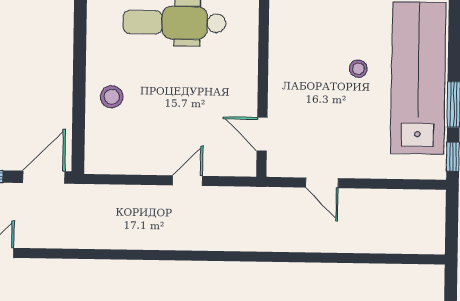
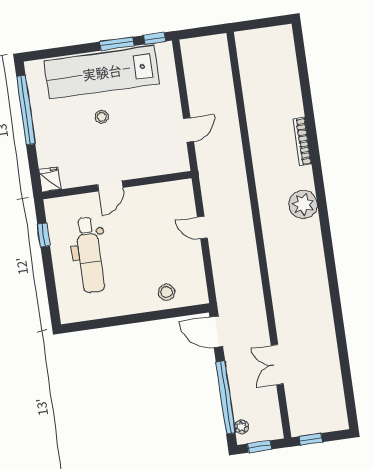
stool: (112, 97) -> (167, 292), moved
door: (262, 134) -> (110, 186), moved

